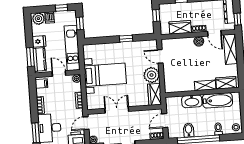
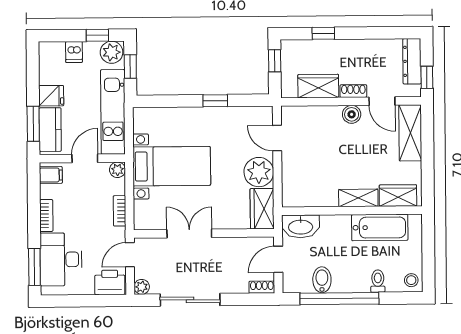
plant: (38, 19) -> (112, 52), moved
door: (59, 74) -> (85, 158), hinge flipped
washbasin: (192, 101) -> (301, 226), moved

